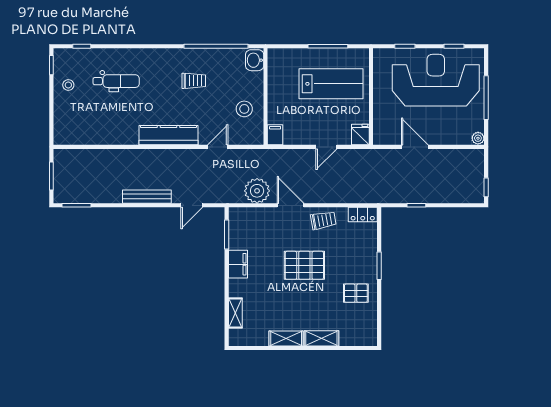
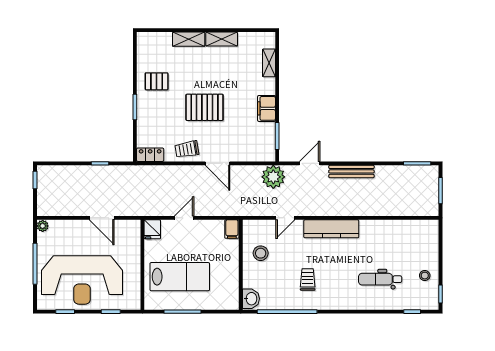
trolley: (194, 81) -> (308, 279), turned 90
lab bench: (331, 84) -> (180, 277), turned 180
plant: (257, 191) -> (273, 177), moved

